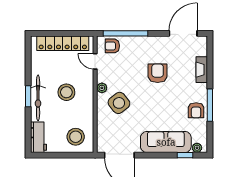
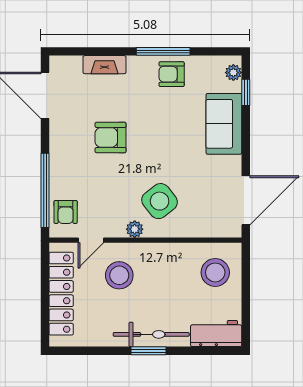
stool: (66, 92) -> (119, 275), moved
armchair: (196, 110) -> (172, 74), turned 180
sofa: (166, 142) -> (224, 124), width x0.73

